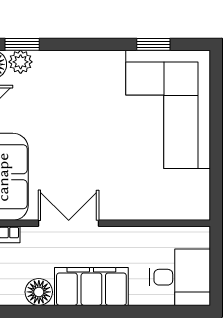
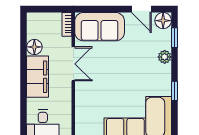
window: (153, 44) -> (174, 91), moved
plant: (21, 62) -> (165, 57), moved

